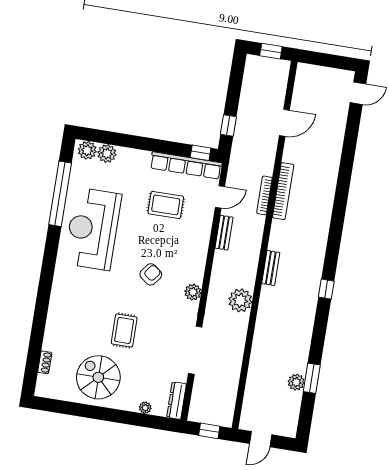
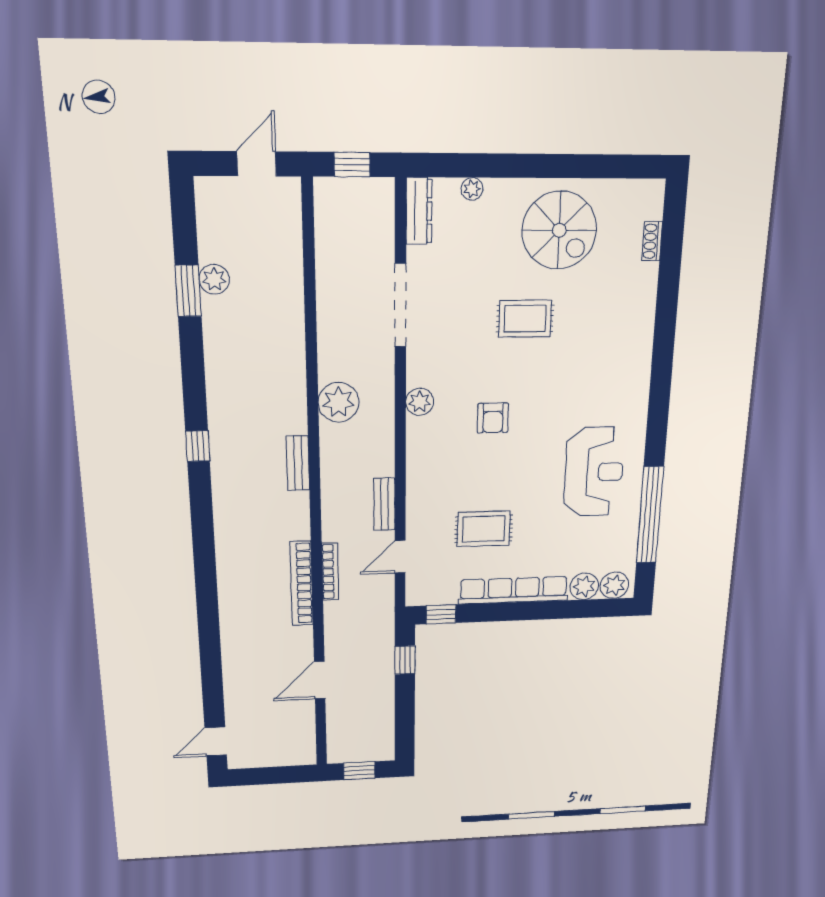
row of seats: (186, 165) -> (514, 590), moved
reception desk: (93, 229) -> (594, 472), width x0.74, depth x0.77
armchair: (151, 274) -> (493, 418), turned -37
rug: (124, 330) -> (525, 319), turned 90

